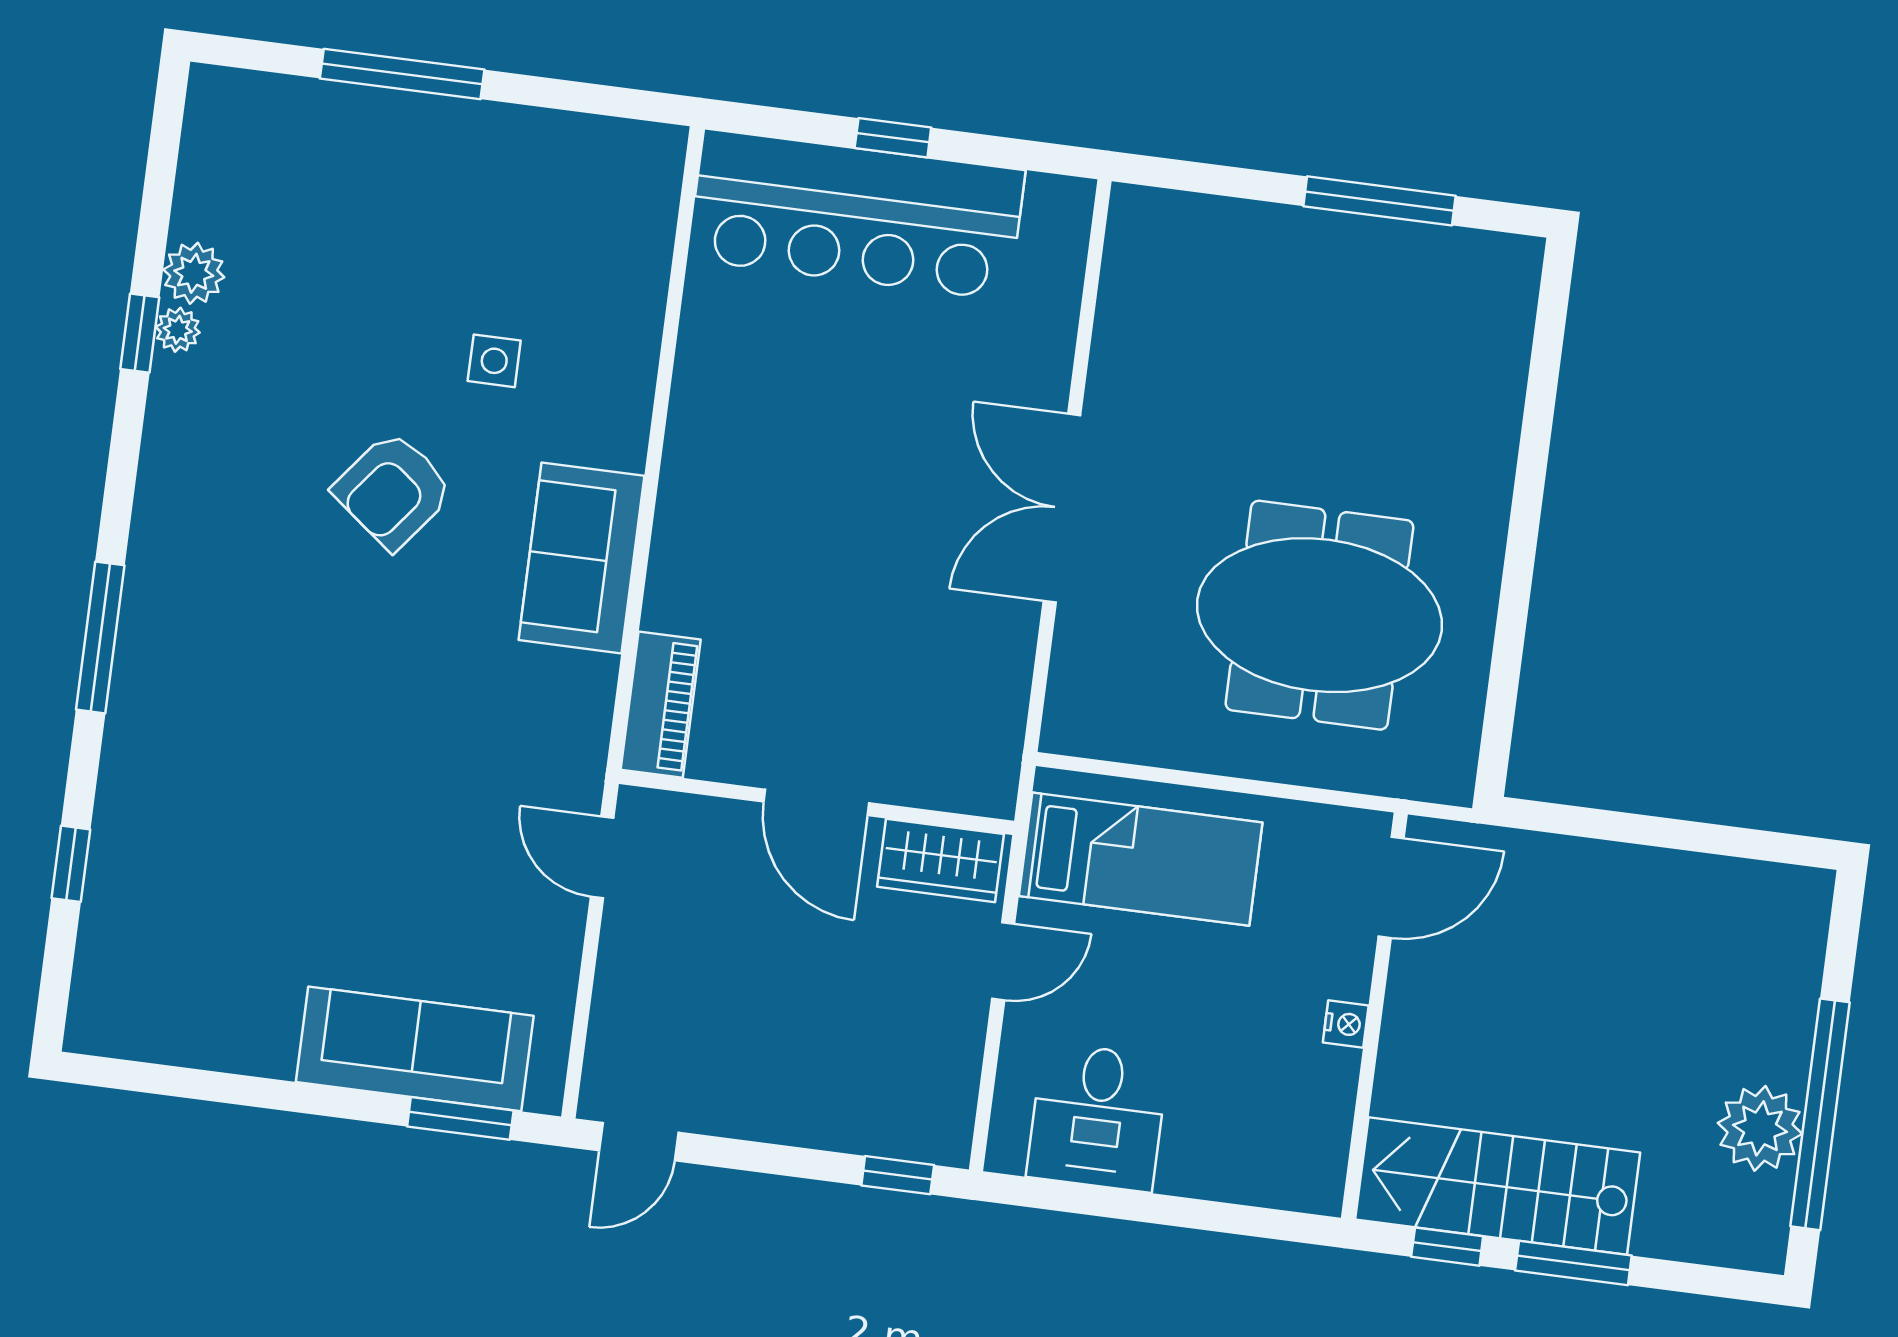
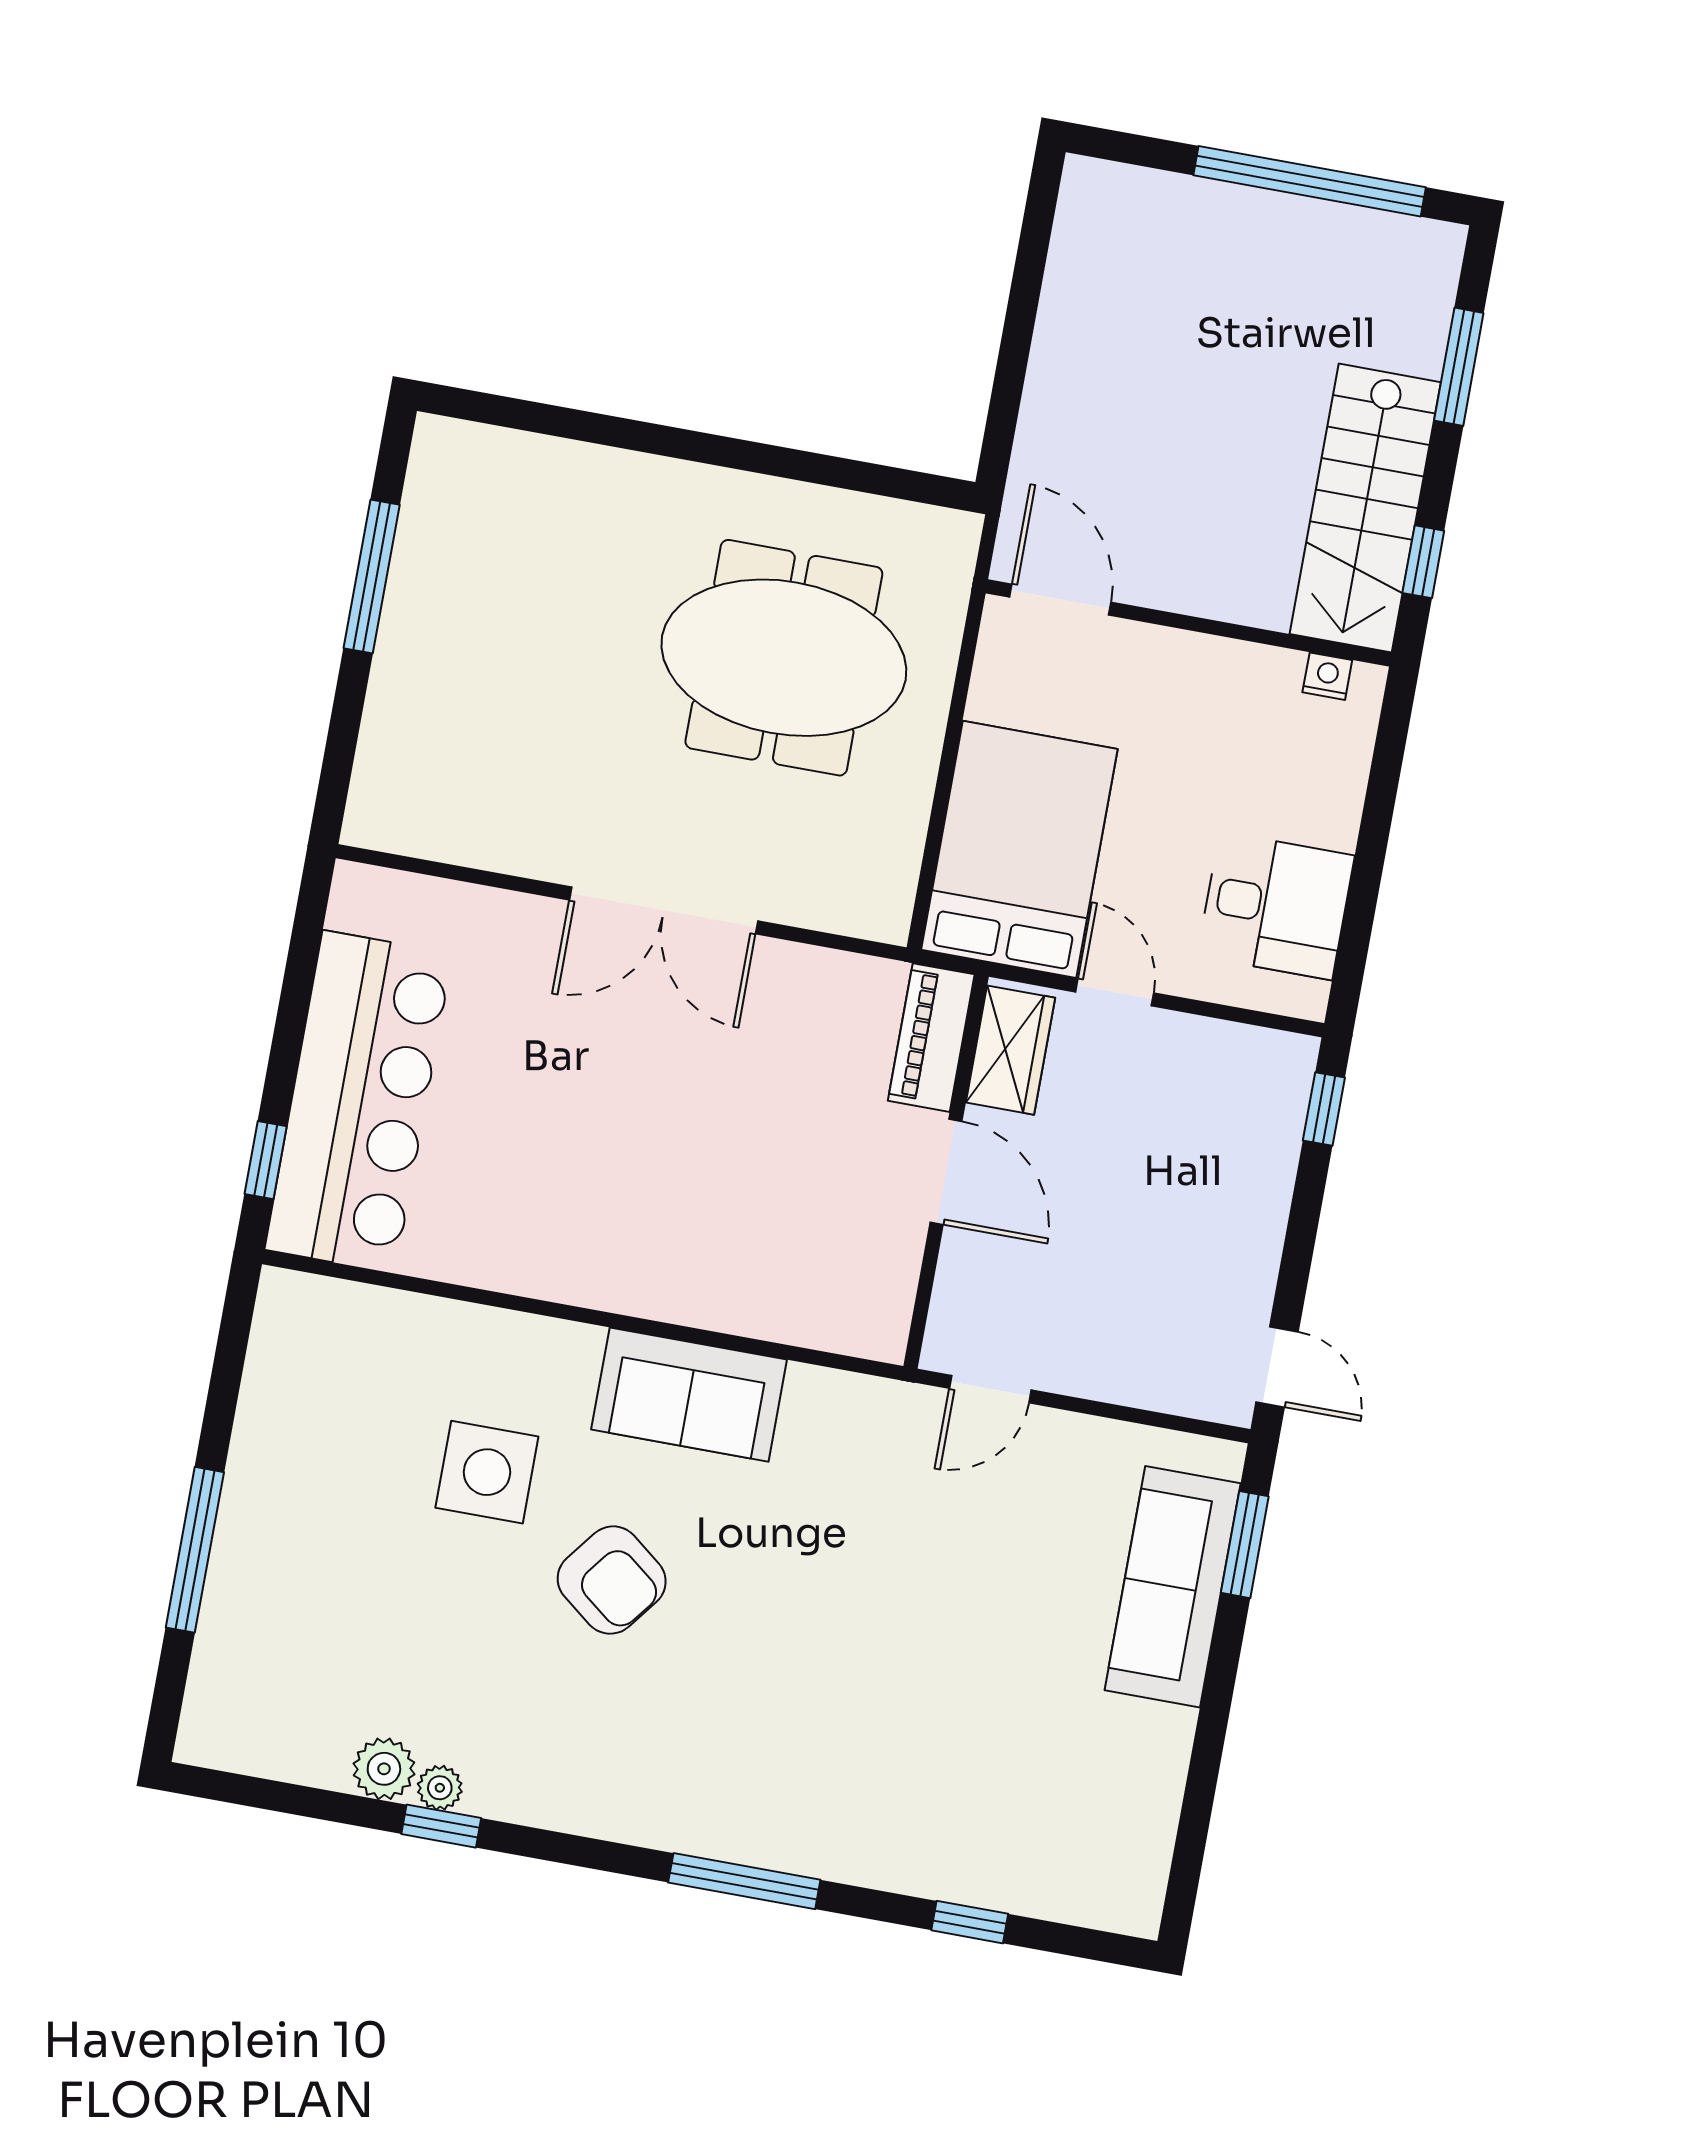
window: (893, 138) -> (266, 1160), moved
side table: (494, 361) -> (487, 1472), width x1.87, depth x1.87
meeting table: (1319, 615) -> (784, 658), turned 90
piano: (661, 705) -> (931, 1038), moved, turned -90
door: (816, 802) -> (946, 1172), hinge flipped
bed: (1141, 859) -> (1019, 849), width x1.50
nightstand: (1346, 1024) -> (1327, 676), moved
plant: (1760, 1128) -> (1321, 242), removed
window: (1573, 1263) -> (1459, 367), moved

